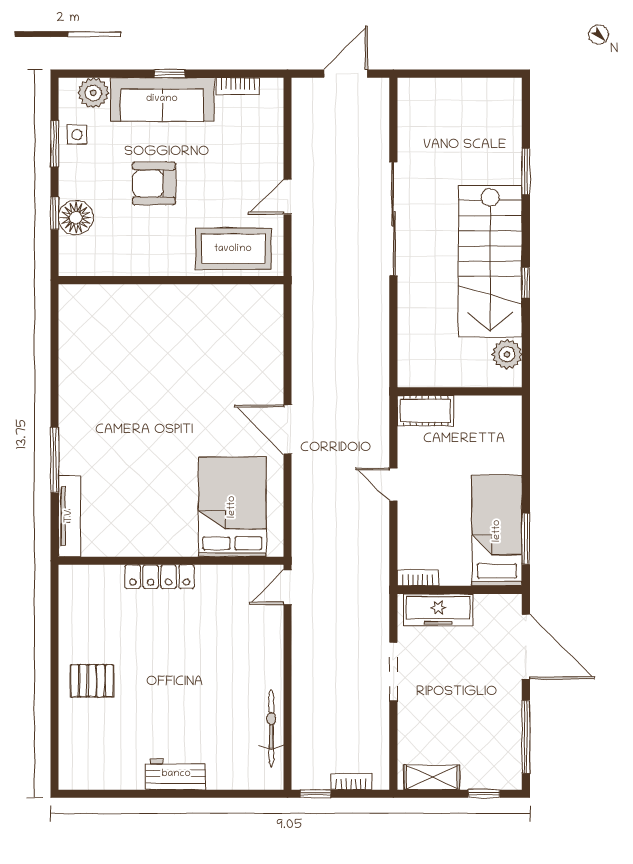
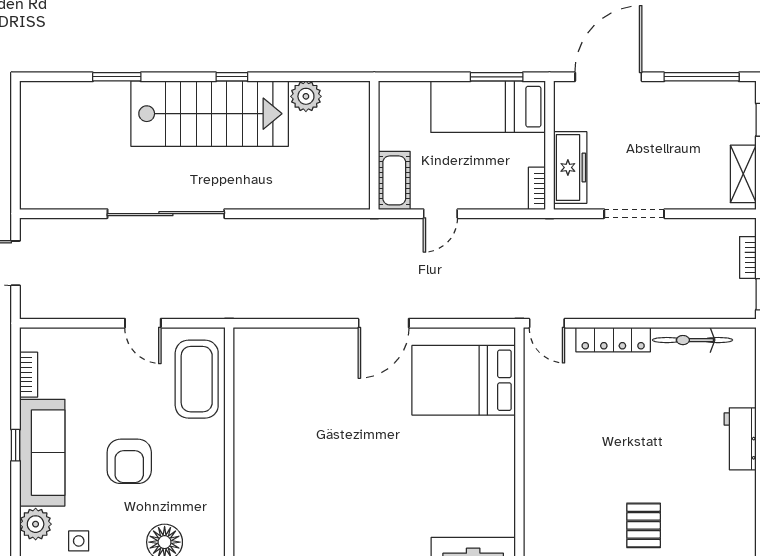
wall: (460, 391) -> (374, 145), moved
cot: (426, 411) -> (394, 180), moved
locker: (160, 577) -> (613, 340), moved, turned 90

